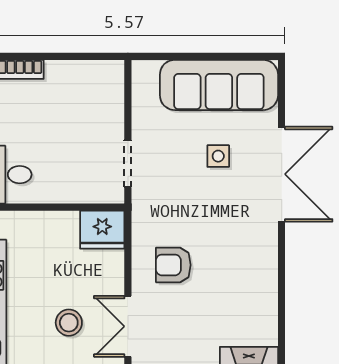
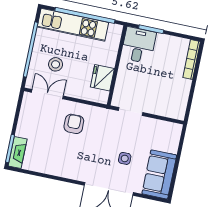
sofa: (219, 85) -> (159, 174), width x0.73
fridge: (102, 230) -> (102, 78), moved

